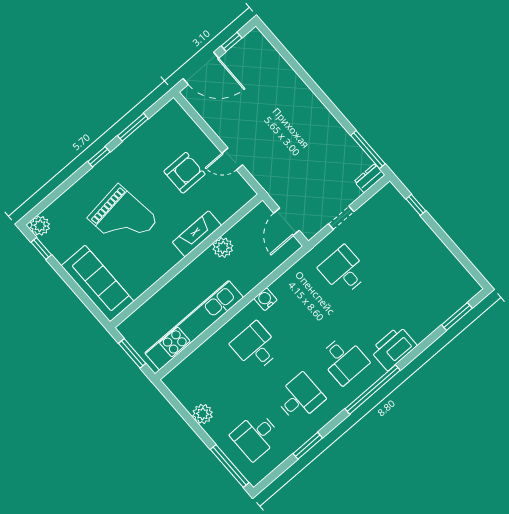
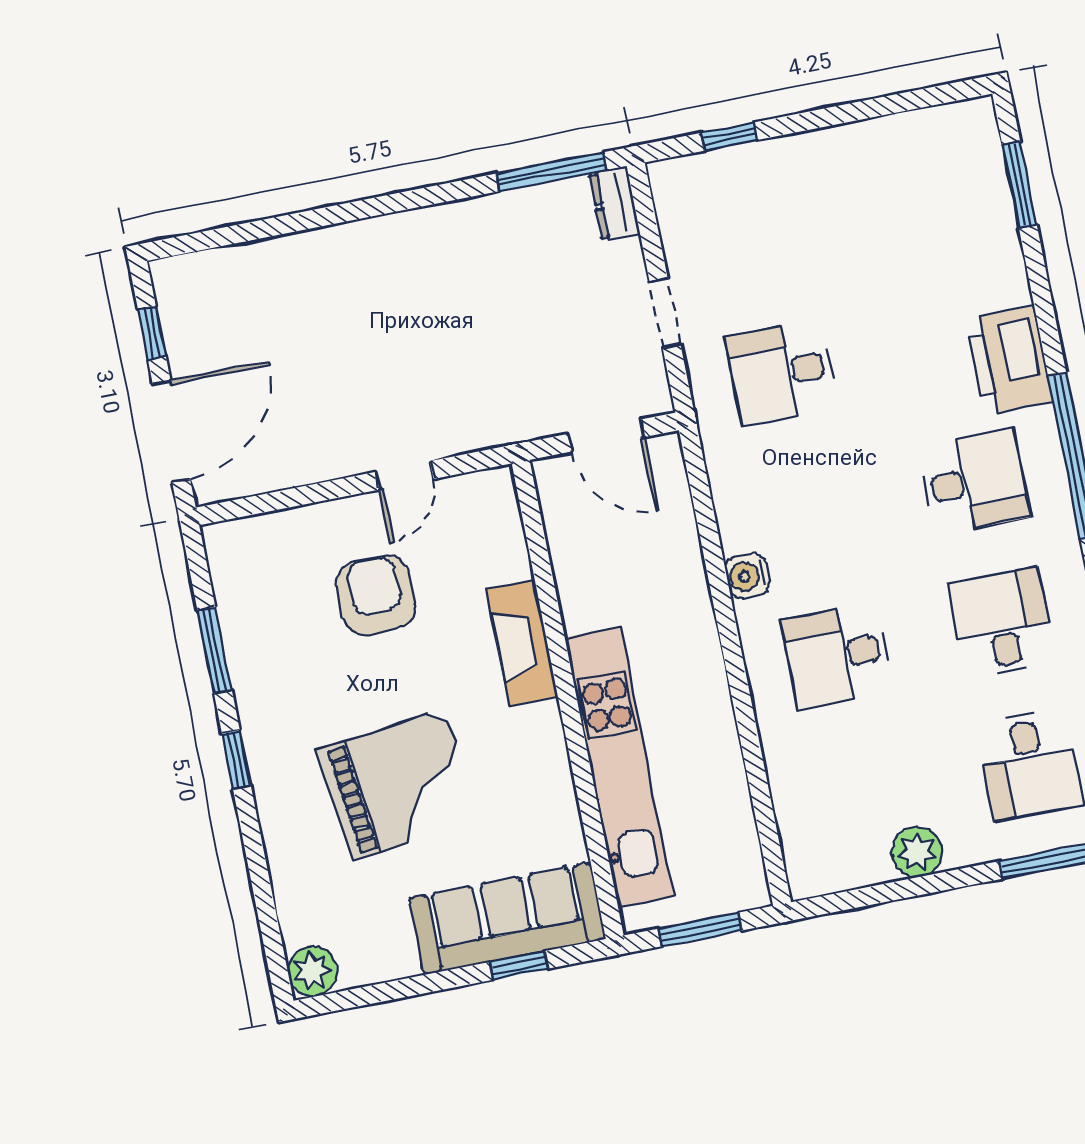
plant: (223, 247) -> (584, 604), removed
window: (41, 248) -> (519, 965), moved
kitchen unit: (194, 325) -> (619, 767), moved, turned 180

